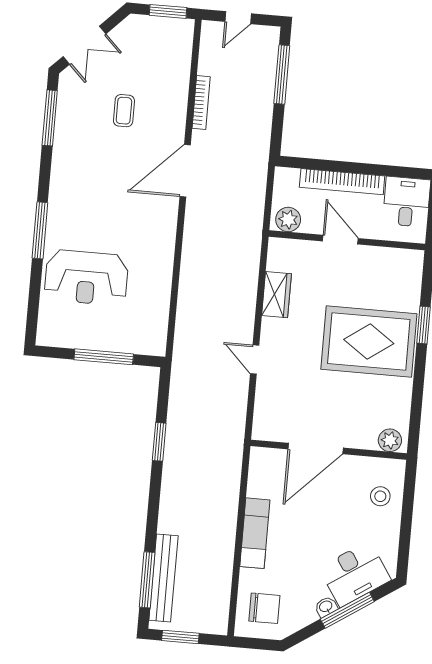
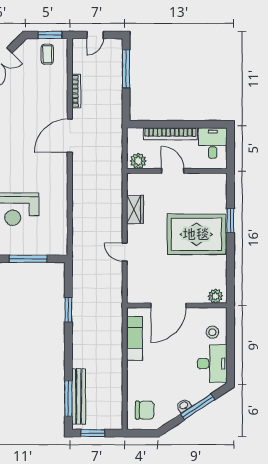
coffee table: (124, 111) -> (47, 54), moved
exam couch: (255, 533) -> (134, 338), moved
desk: (355, 574) -> (212, 364), moved, turned -56

